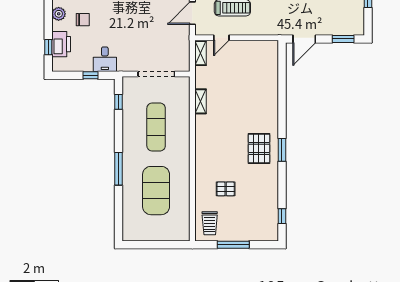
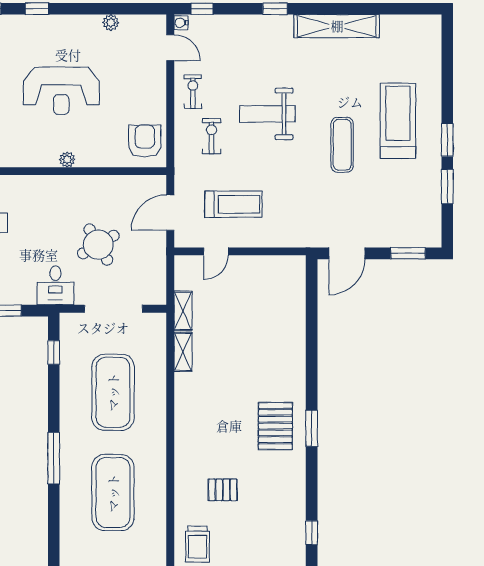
round table: (147, 33) -> (98, 245), added
shelving: (200, 53) -> (183, 311), moved
desk: (105, 59) -> (55, 285), moved
exercise mat: (156, 127) -> (113, 392), width x1.47

